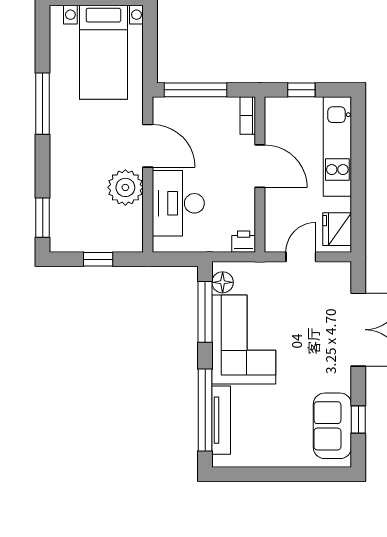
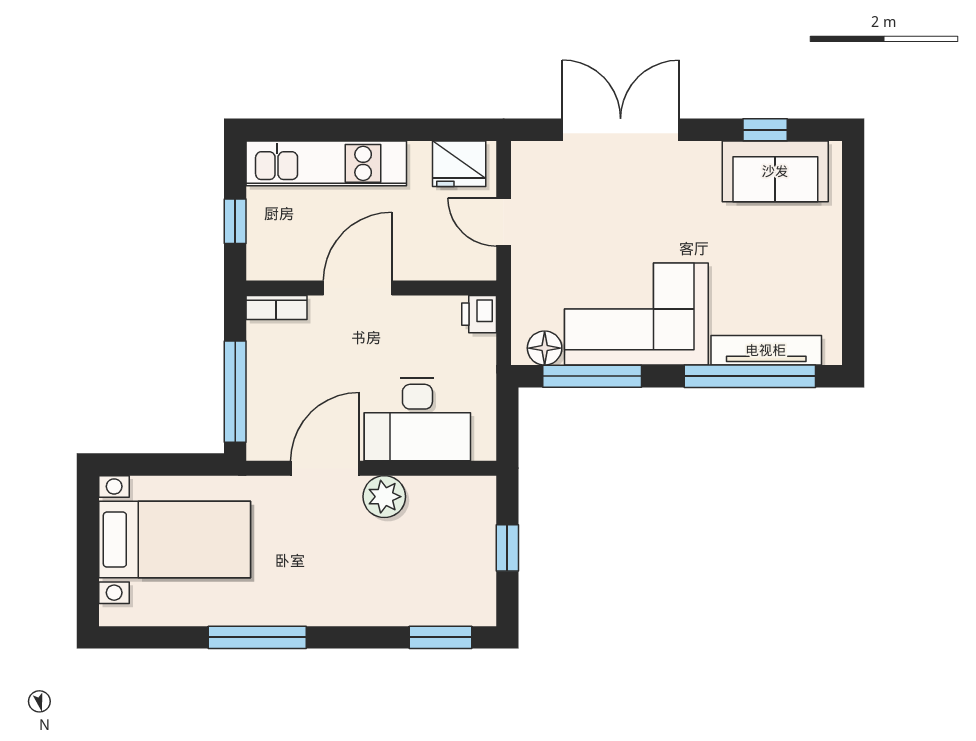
plant: (125, 187) -> (384, 497), width x0.73, depth x0.73

